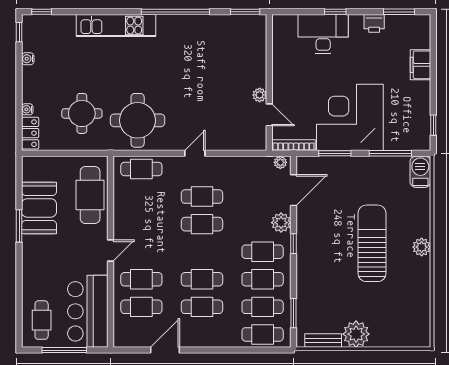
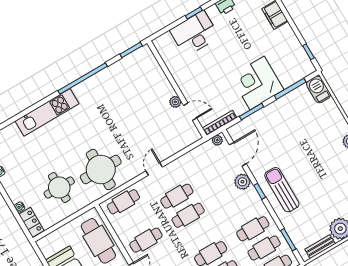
corner desk: (350, 117) -> (257, 83), width x0.74, depth x0.74
sun lounger: (372, 243) -> (282, 190), moved, width x0.73, depth x0.75
cafe table: (263, 252) -> (146, 240), moved

